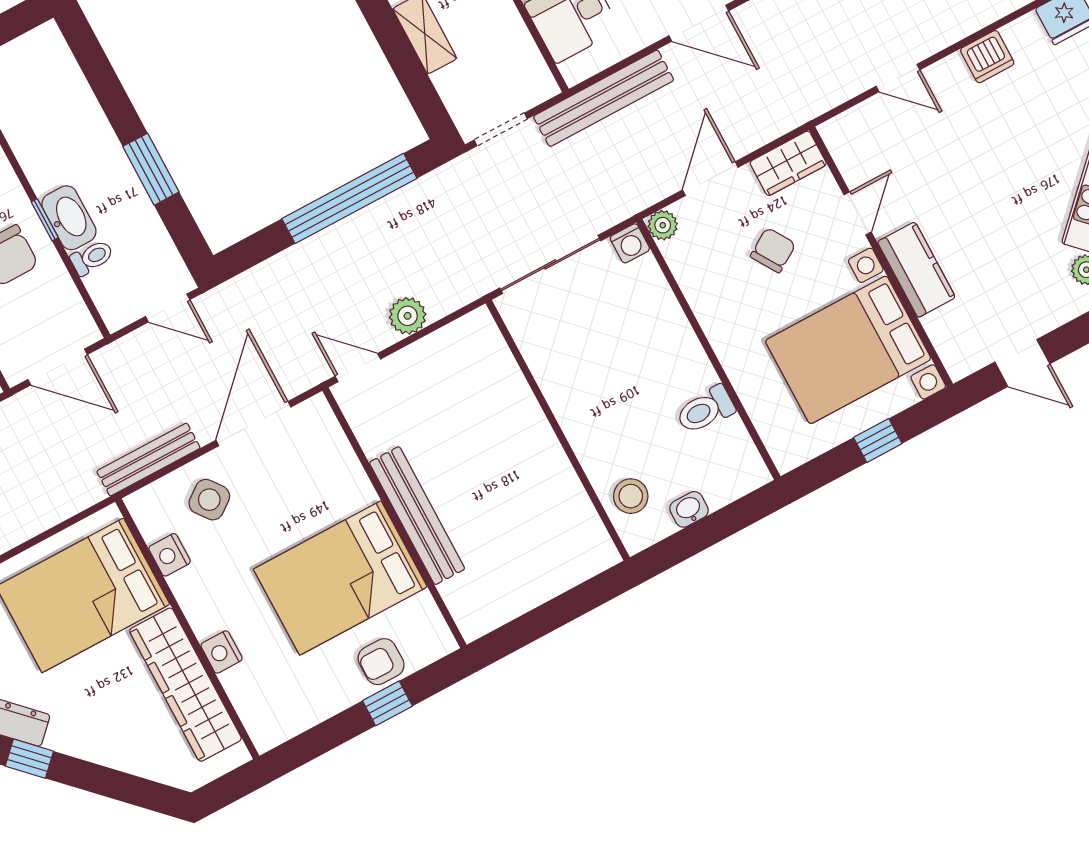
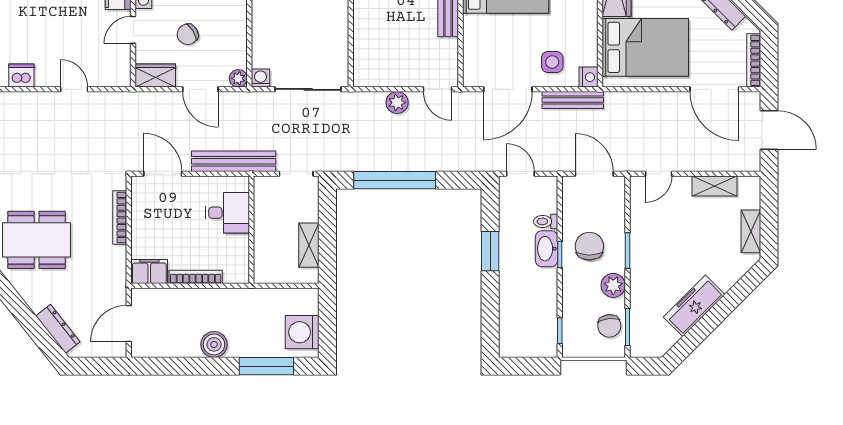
door: (710, 179) -> (200, 89), hinge flipped
side table: (209, 500) -> (552, 62), turned 37
nightstand: (170, 555) -> (588, 77), moved

